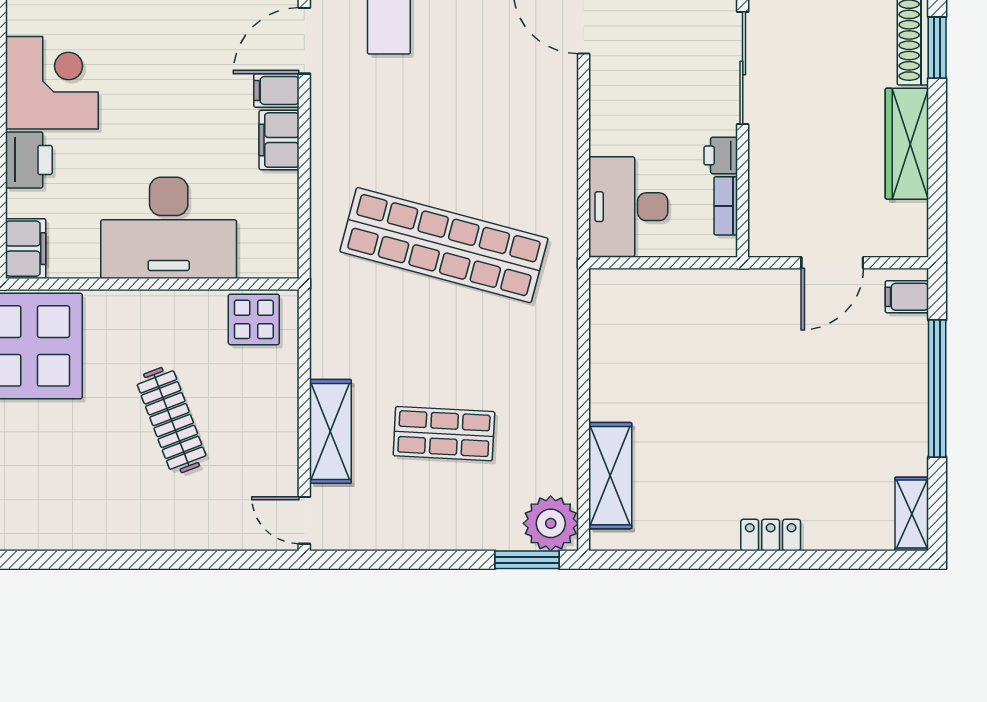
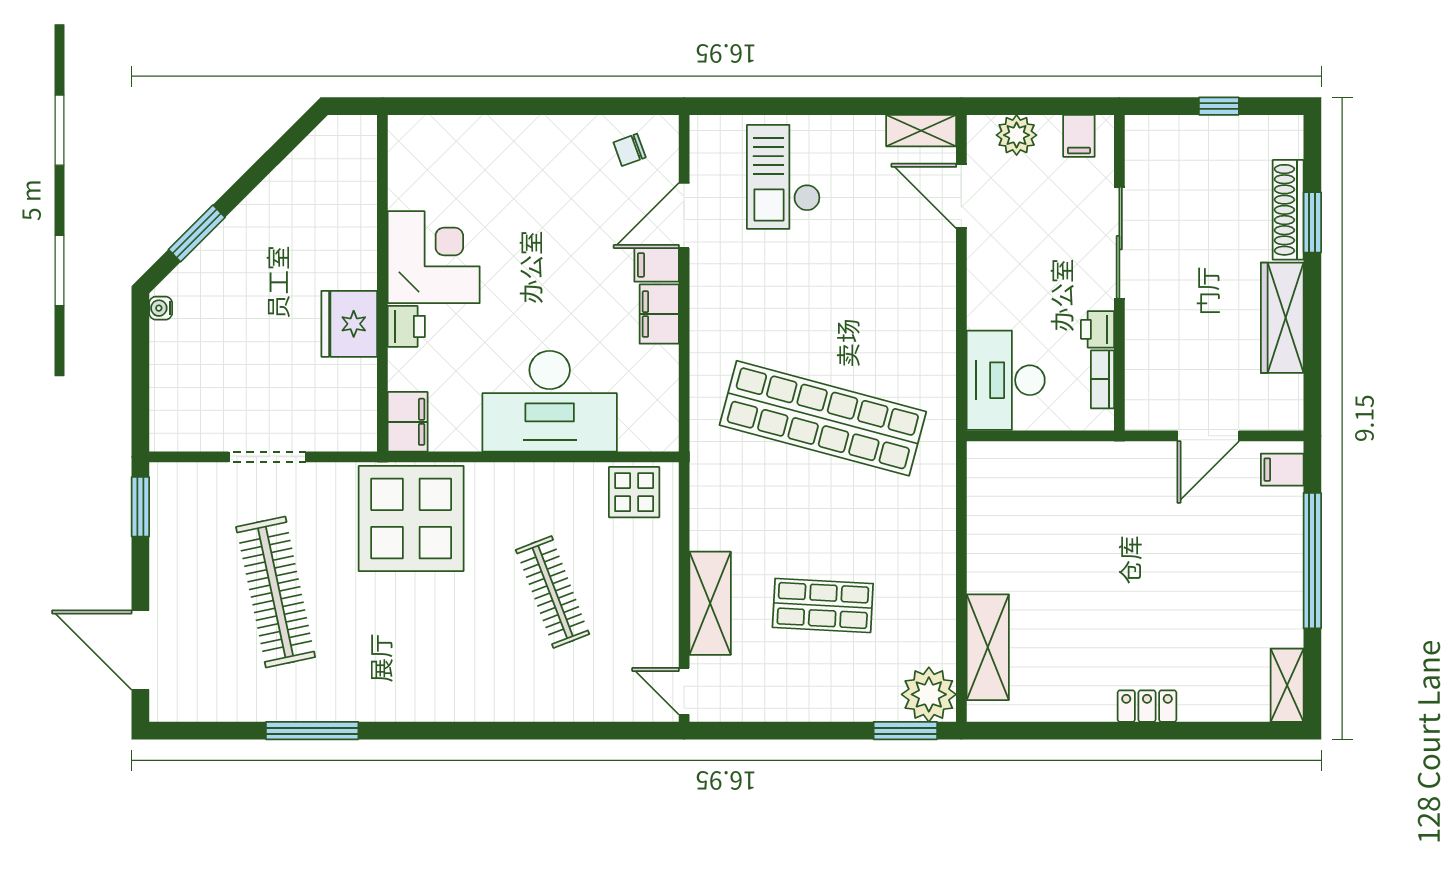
printer: (29, 160) -> (406, 326), width x0.73, depth x0.81

